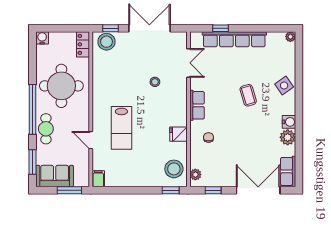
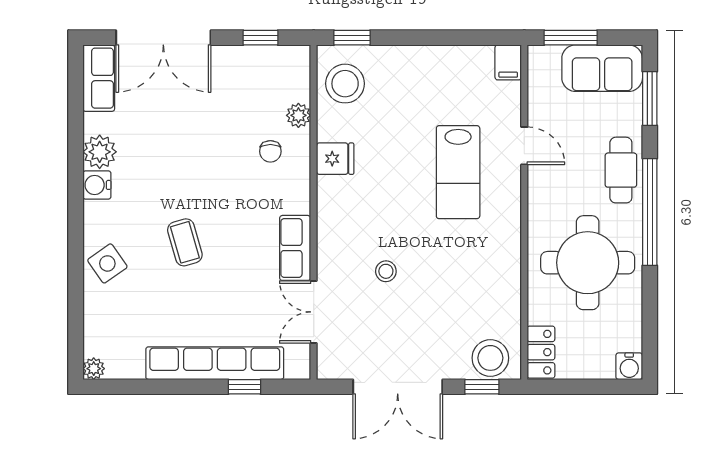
row of seats: (197, 105) -> (295, 248), moved
lab bench: (121, 128) -> (458, 172), turned 180
plant: (195, 175) -> (298, 115), moved

